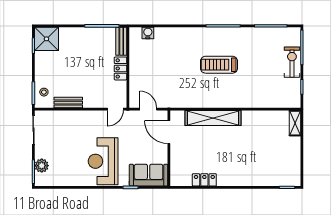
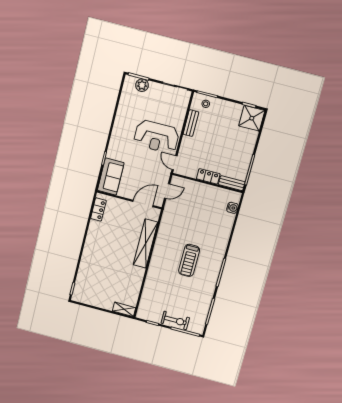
treadmill: (219, 65) -> (189, 260), turned 180
reception desk: (103, 161) -> (156, 137), moved, turned 180
locker: (204, 180) -> (98, 209), moved

